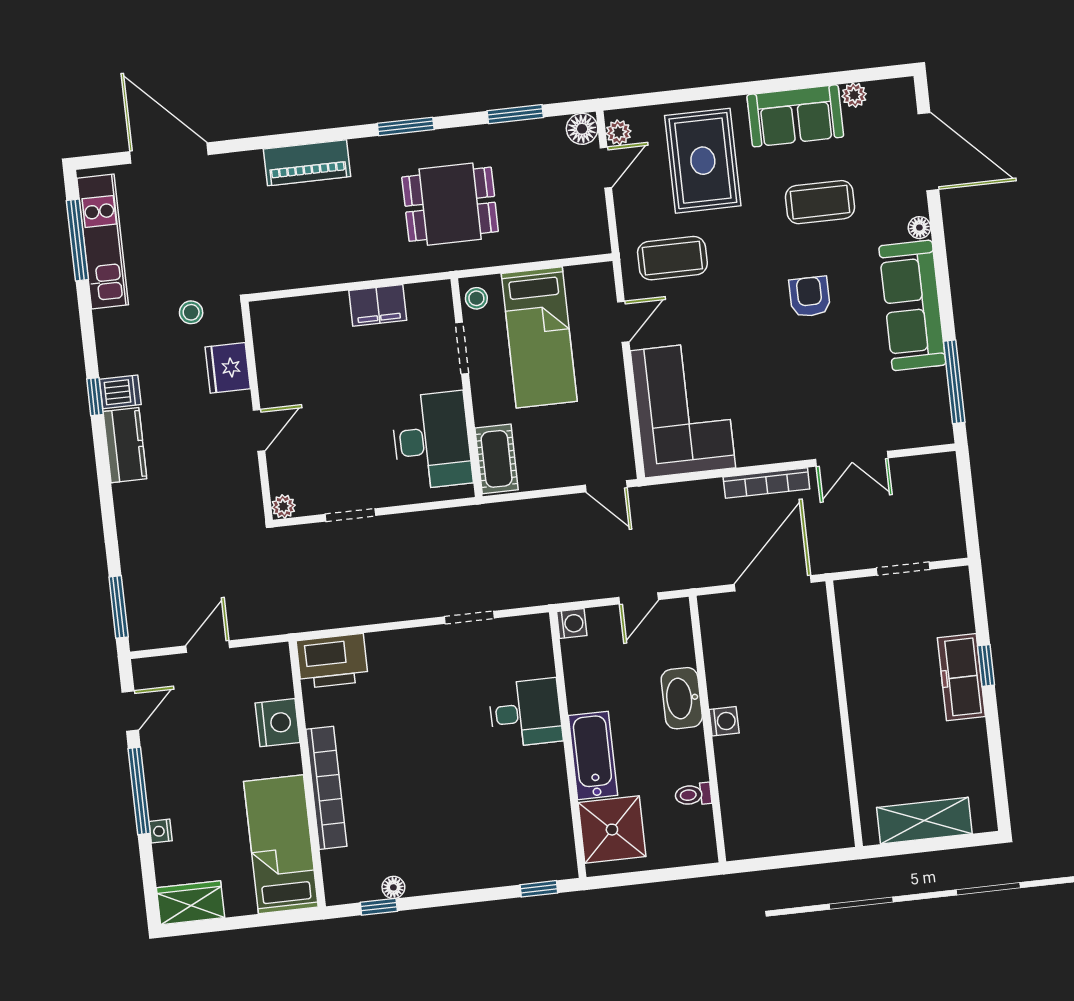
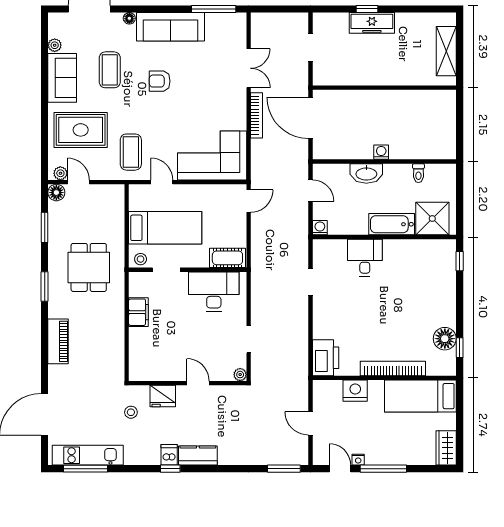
nightstand: (161, 831) -> (358, 460), moved
floor lamp: (393, 887) -> (445, 339), width x1.89, depth x1.89

